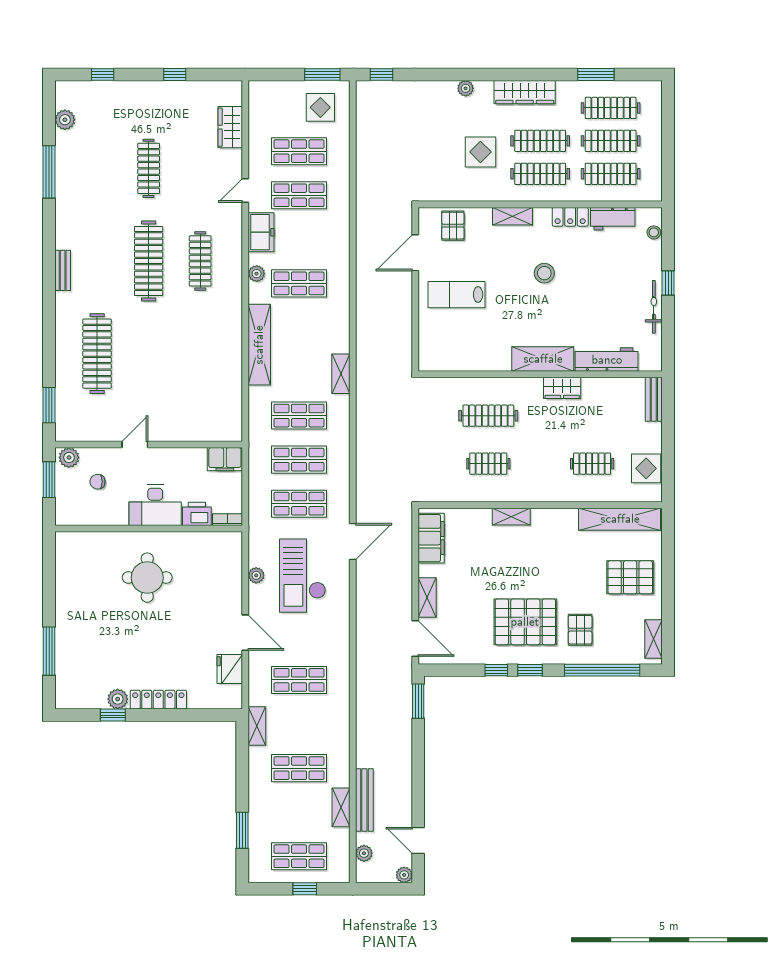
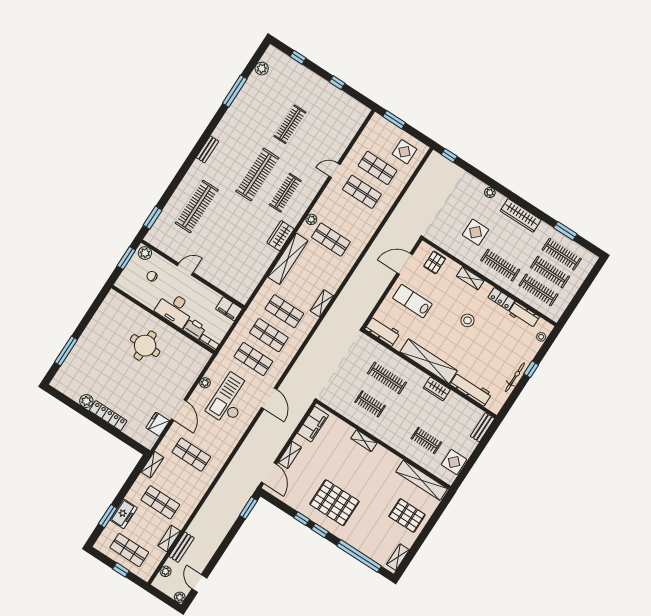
window: (322, 74) -> (394, 120), moved
wardrobe: (230, 127) -> (280, 236), moved
clothes rail: (540, 141) -> (512, 247), removed
freezer: (261, 232) -> (124, 514), moved
workbench: (443, 358) -> (383, 331), added
shelving: (543, 359) -> (429, 361), width x1.47
door: (353, 541) -> (269, 398), hinge flipped
pallet: (580, 630) -> (361, 526), removed
window: (113, 715) -> (78, 408), removed
bench: (364, 800) -> (182, 547), width x0.73

